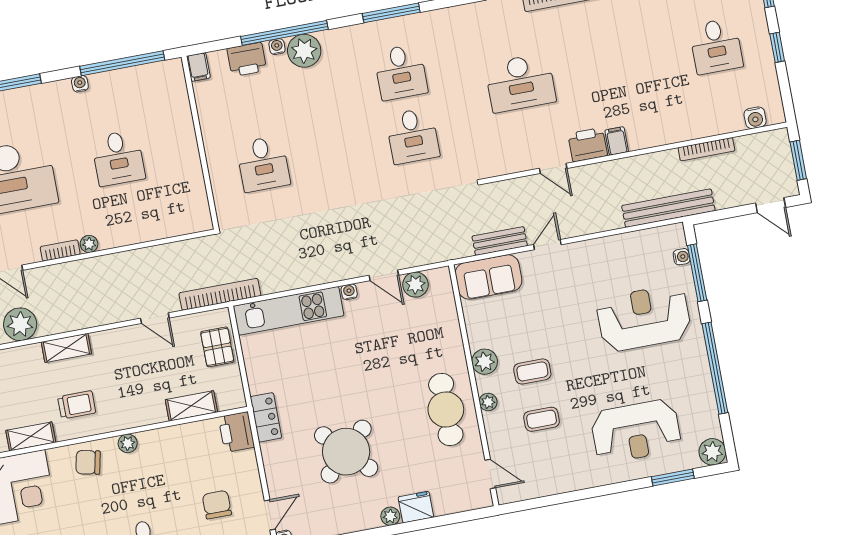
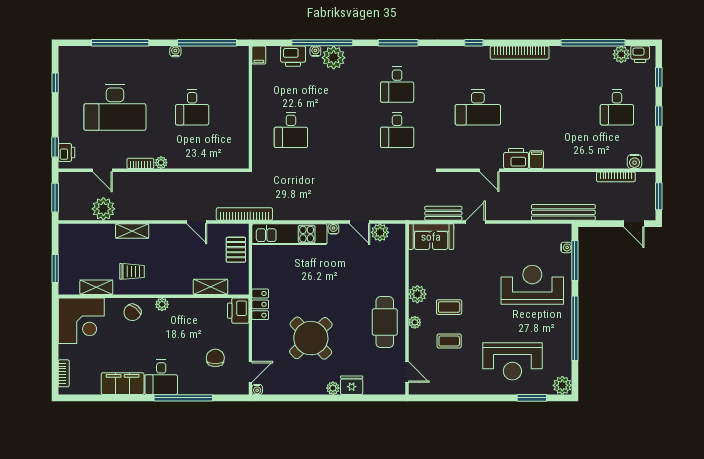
bookcase: (706, 149) -> (616, 177), moved
chair: (88, 462) -> (132, 312), turned -63

